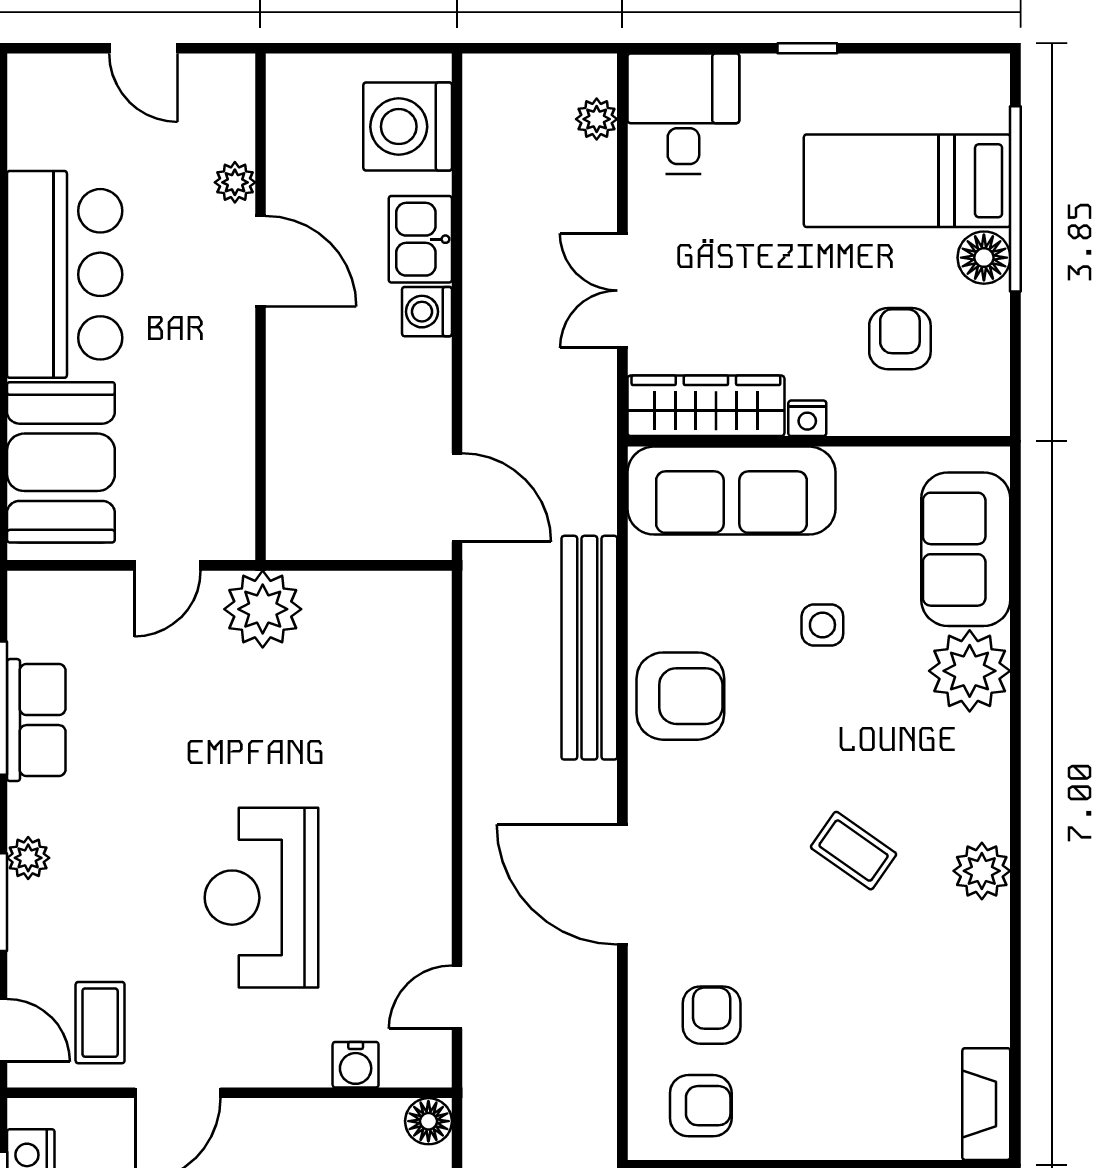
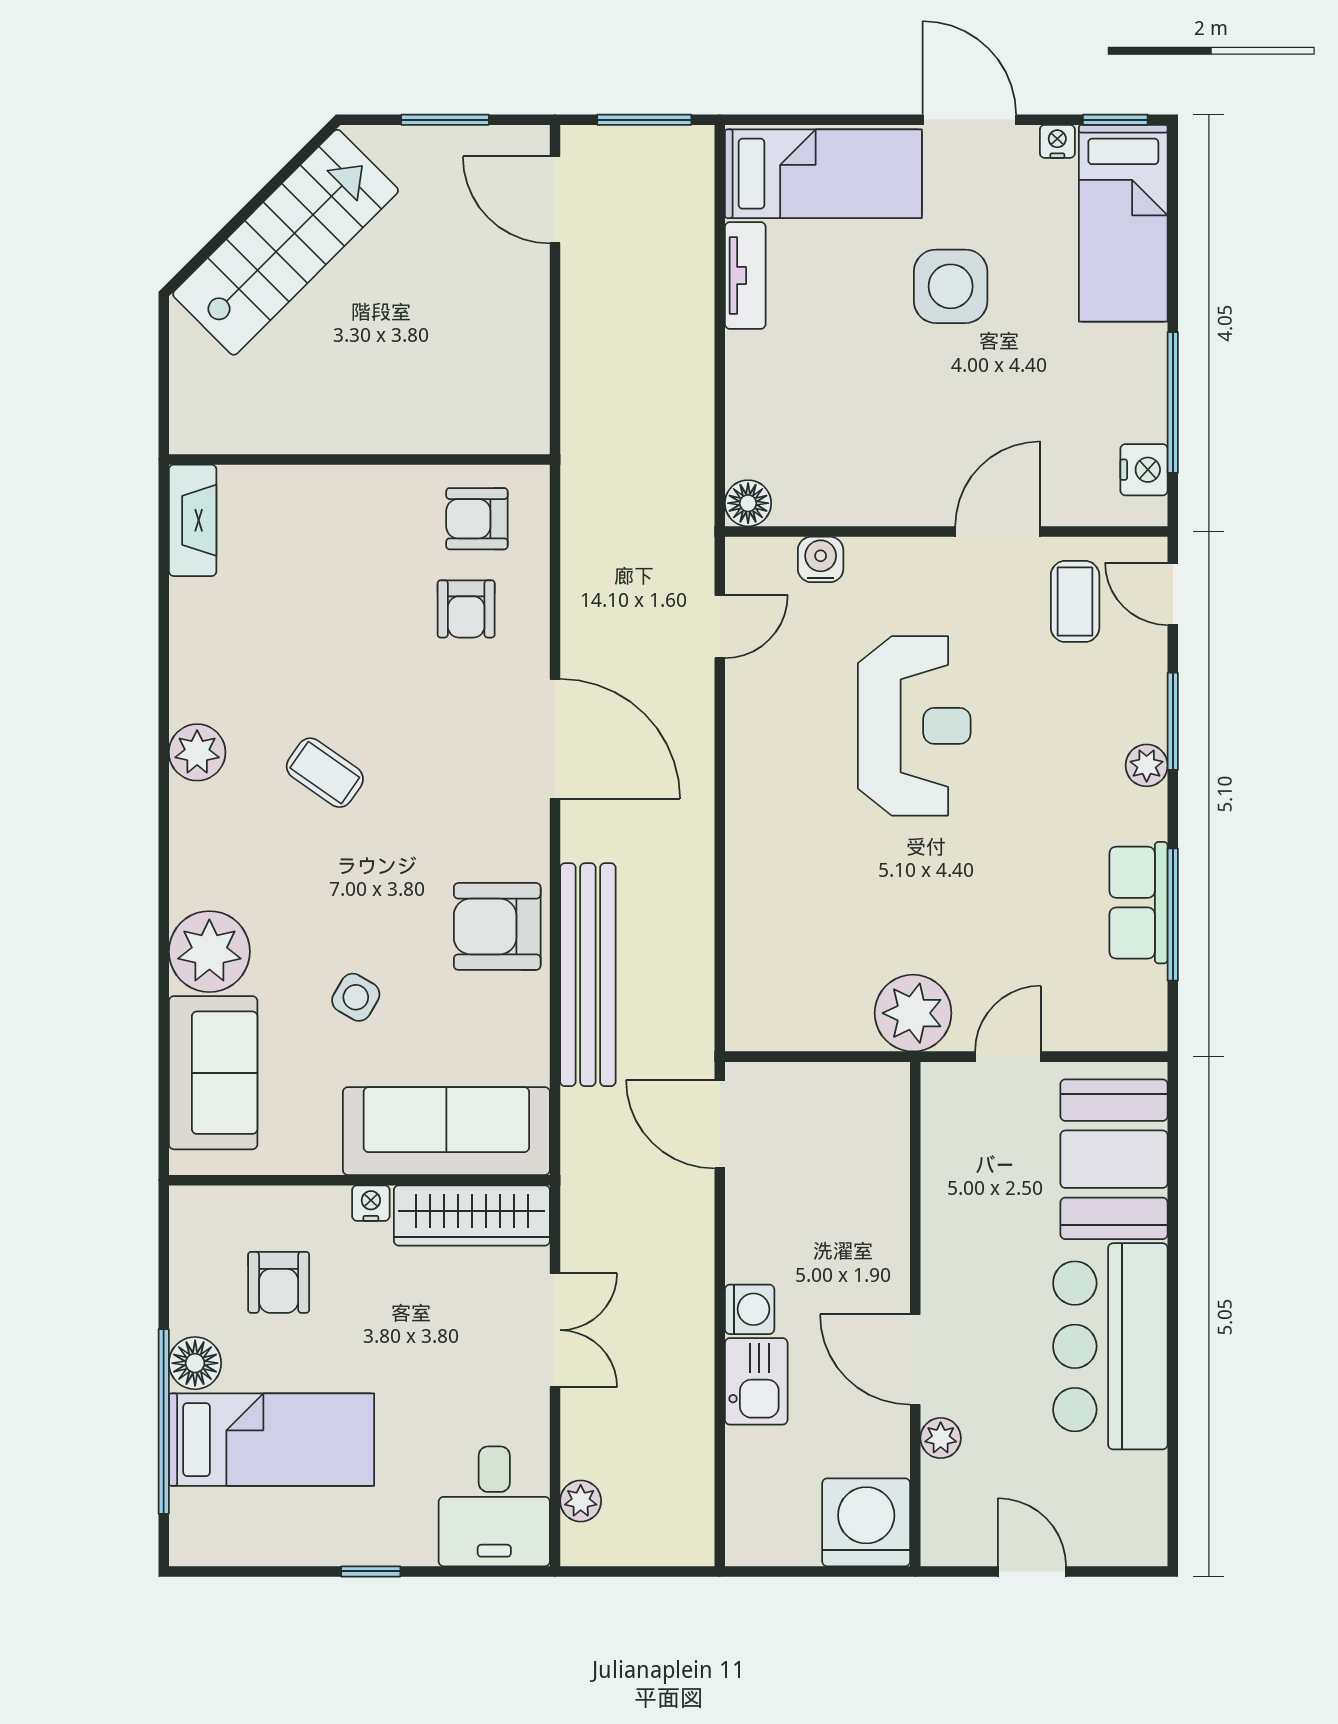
washing machine: (408, 127) -> (866, 1522), moved, turned -90
side table: (822, 625) -> (356, 997), turned 30

